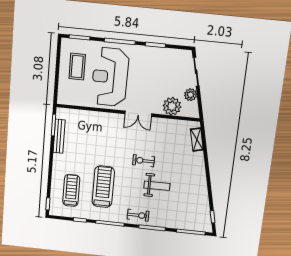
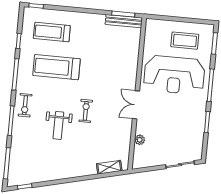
reception desk: (110, 77) -> (174, 75), turned 180
plant: (191, 95) -> (156, 159), removed
plant: (172, 106) -> (140, 140), width x0.53, depth x0.53
bench: (59, 136) -> (124, 21), moved
treadmill: (103, 187) -> (56, 67), turned 180
treadmill: (71, 190) -> (52, 32), turned 180

